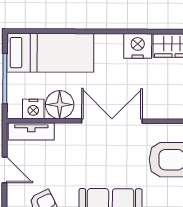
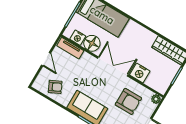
nightstand: (138, 46) -> (140, 73), moved, turned 180

